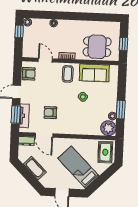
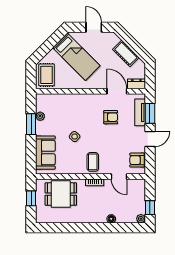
sofa: (94, 73) -> (45, 153), moved, turned 90
plant: (108, 128) -> (44, 102), removed

